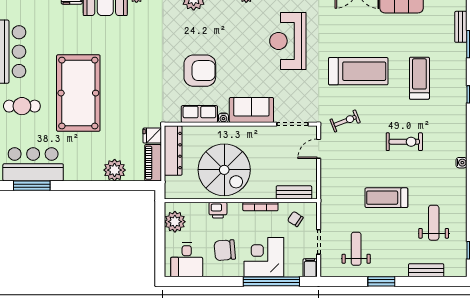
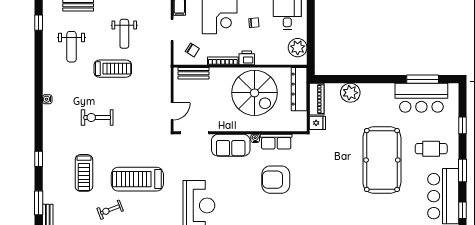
exercise bike: (345, 121) -> (110, 210), moved
dresser: (173, 151) -> (299, 89), moved
spiral stairs: (224, 170) -> (255, 93), turned 180
printer: (218, 210) -> (247, 58), moved
weight bench: (356, 249) -> (124, 34), moved
chair: (225, 250) -> (254, 23), width x0.54, depth x0.54

